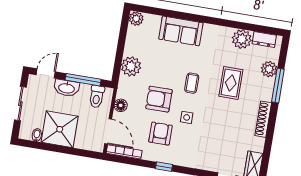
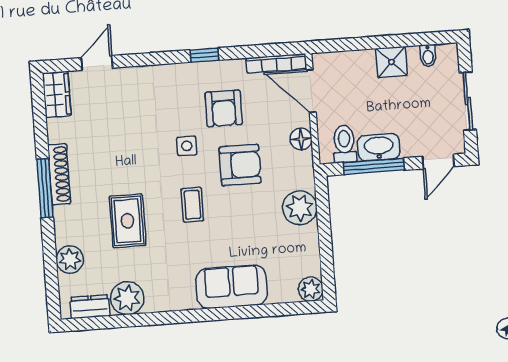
window: (278, 86) -> (45, 188), moved
washbasin: (67, 88) -> (379, 147), moved
shower: (60, 129) -> (391, 62), width x0.54, depth x0.54

